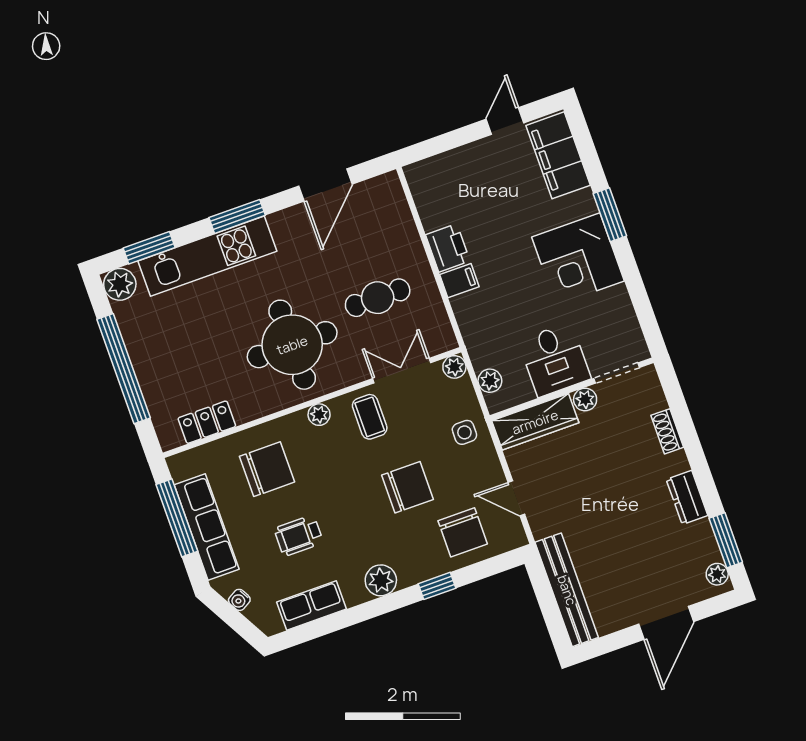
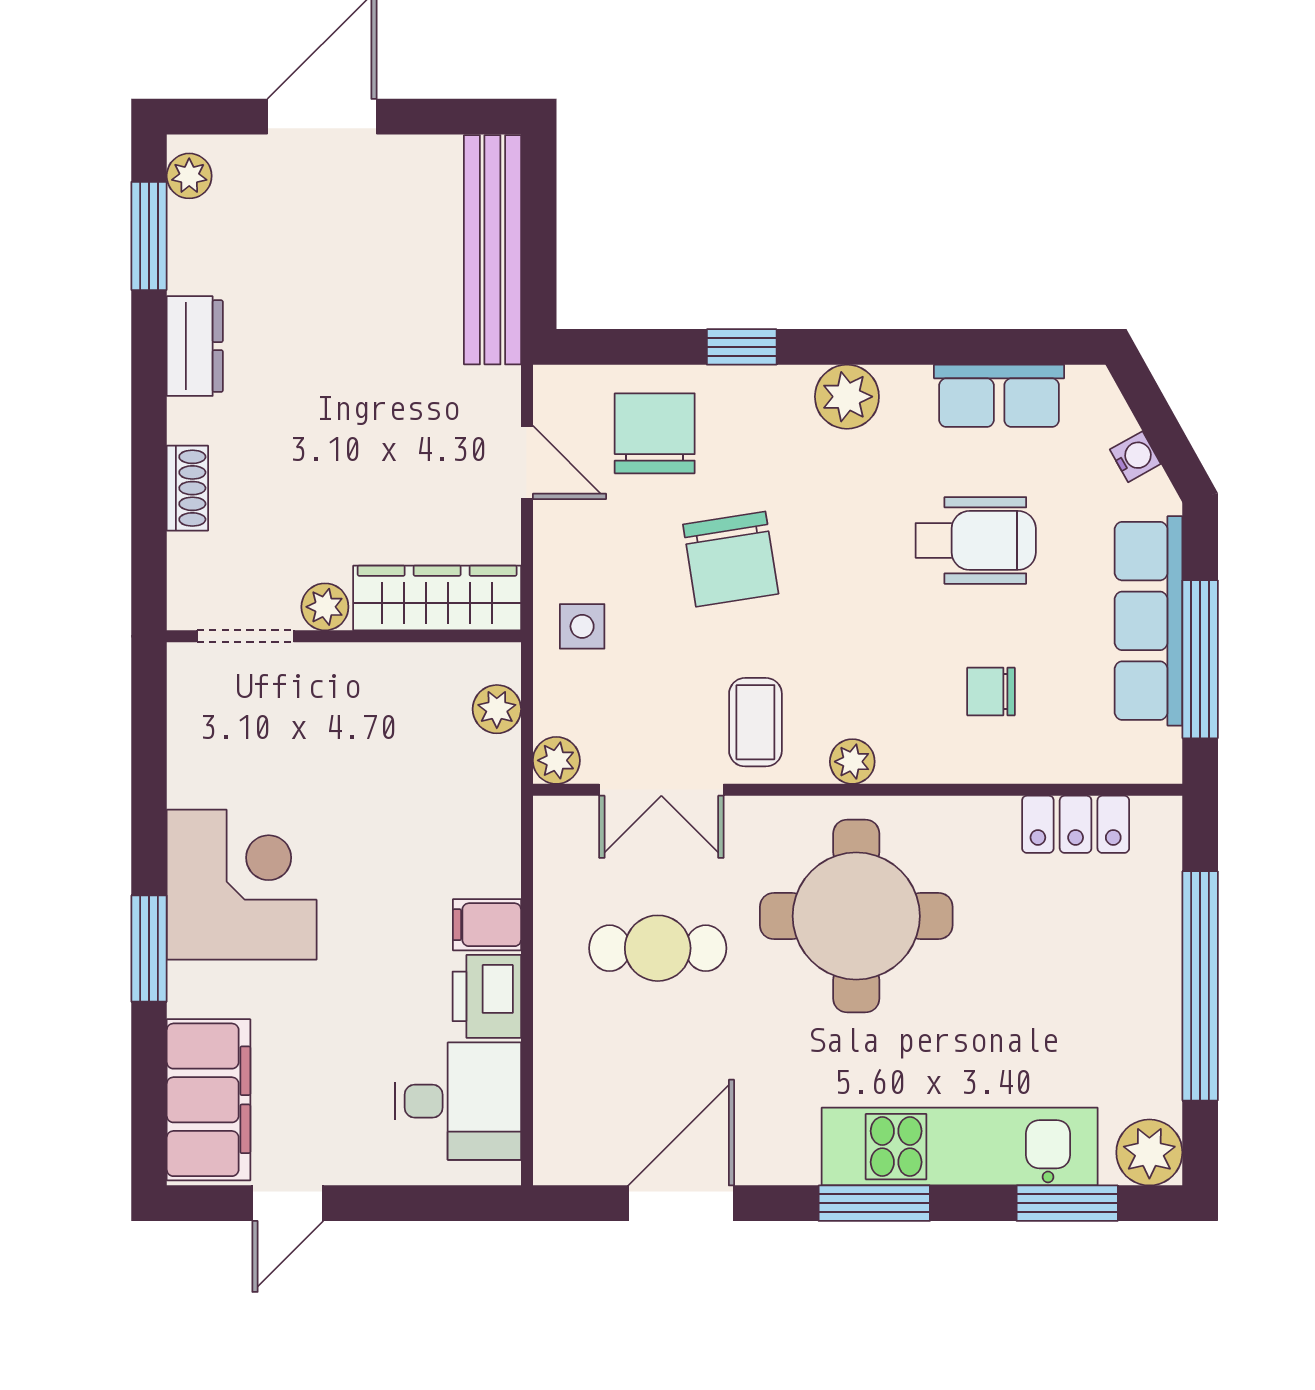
desk: (555, 360) -> (458, 1101), moved, turned 90
chair: (267, 469) -> (991, 691), width x0.54, depth x0.54
chair: (407, 487) -> (731, 559), turned -99
wheelchair: (299, 536) -> (976, 540), width x1.36, depth x1.37

